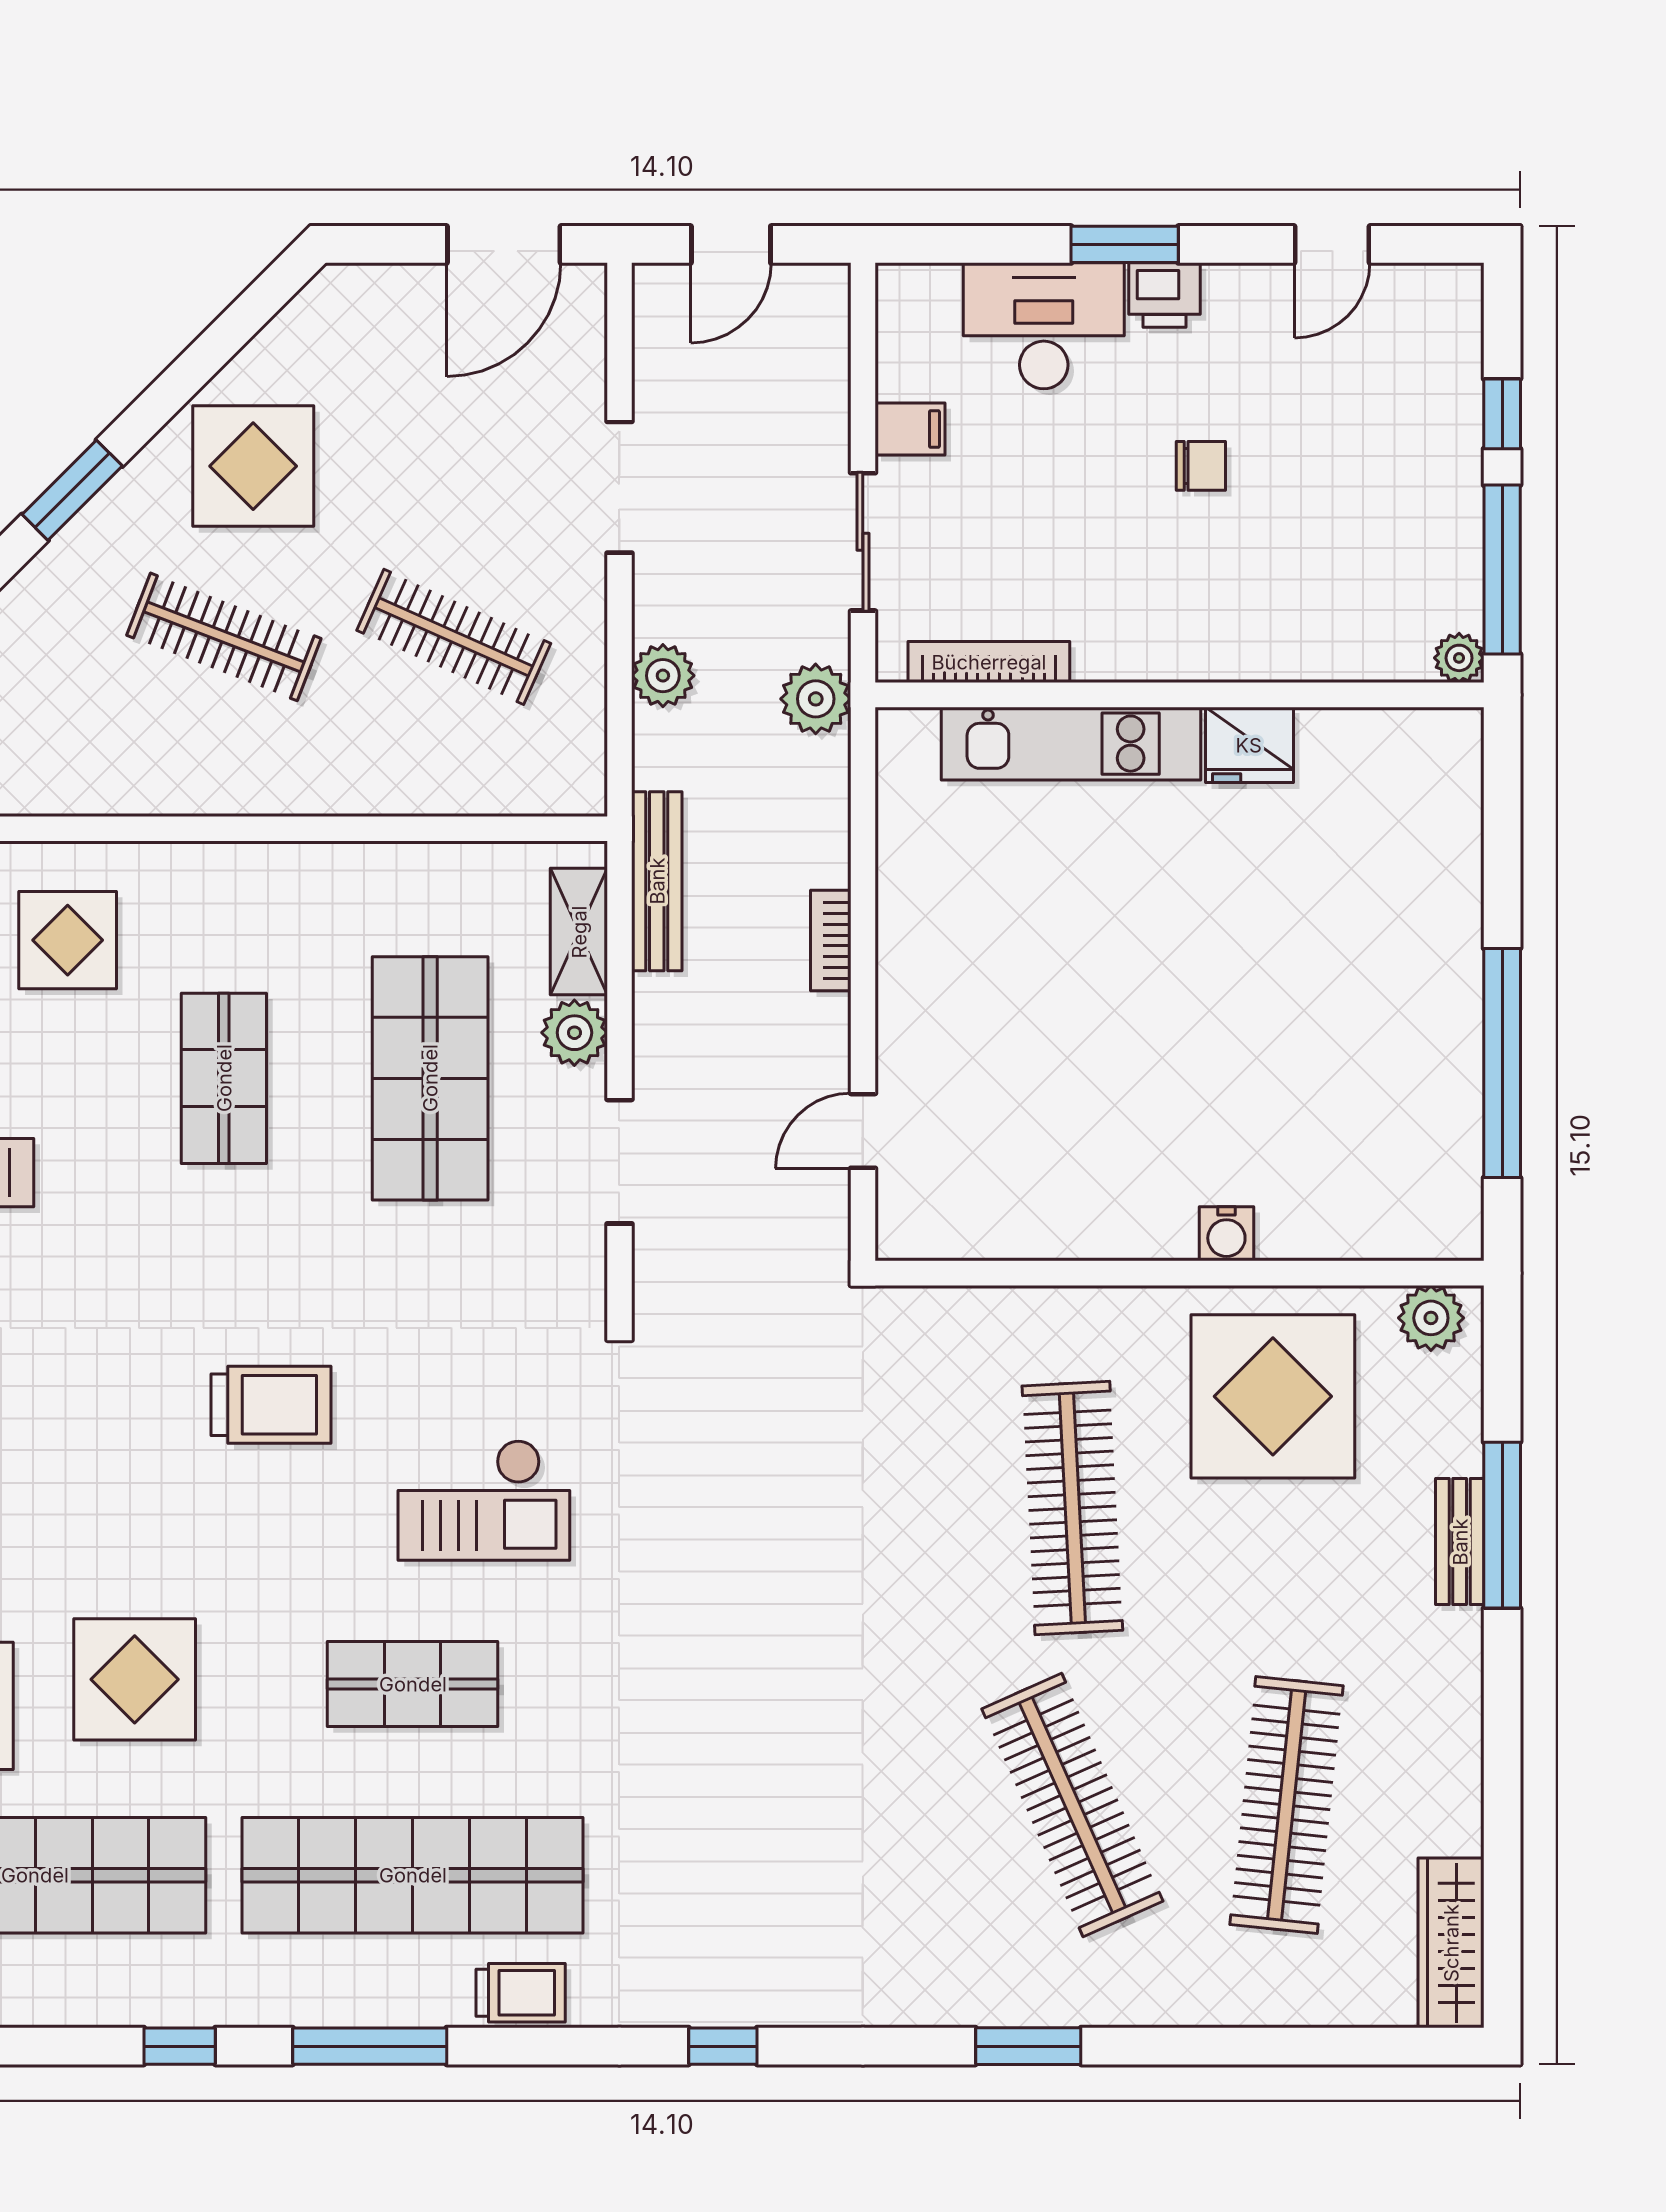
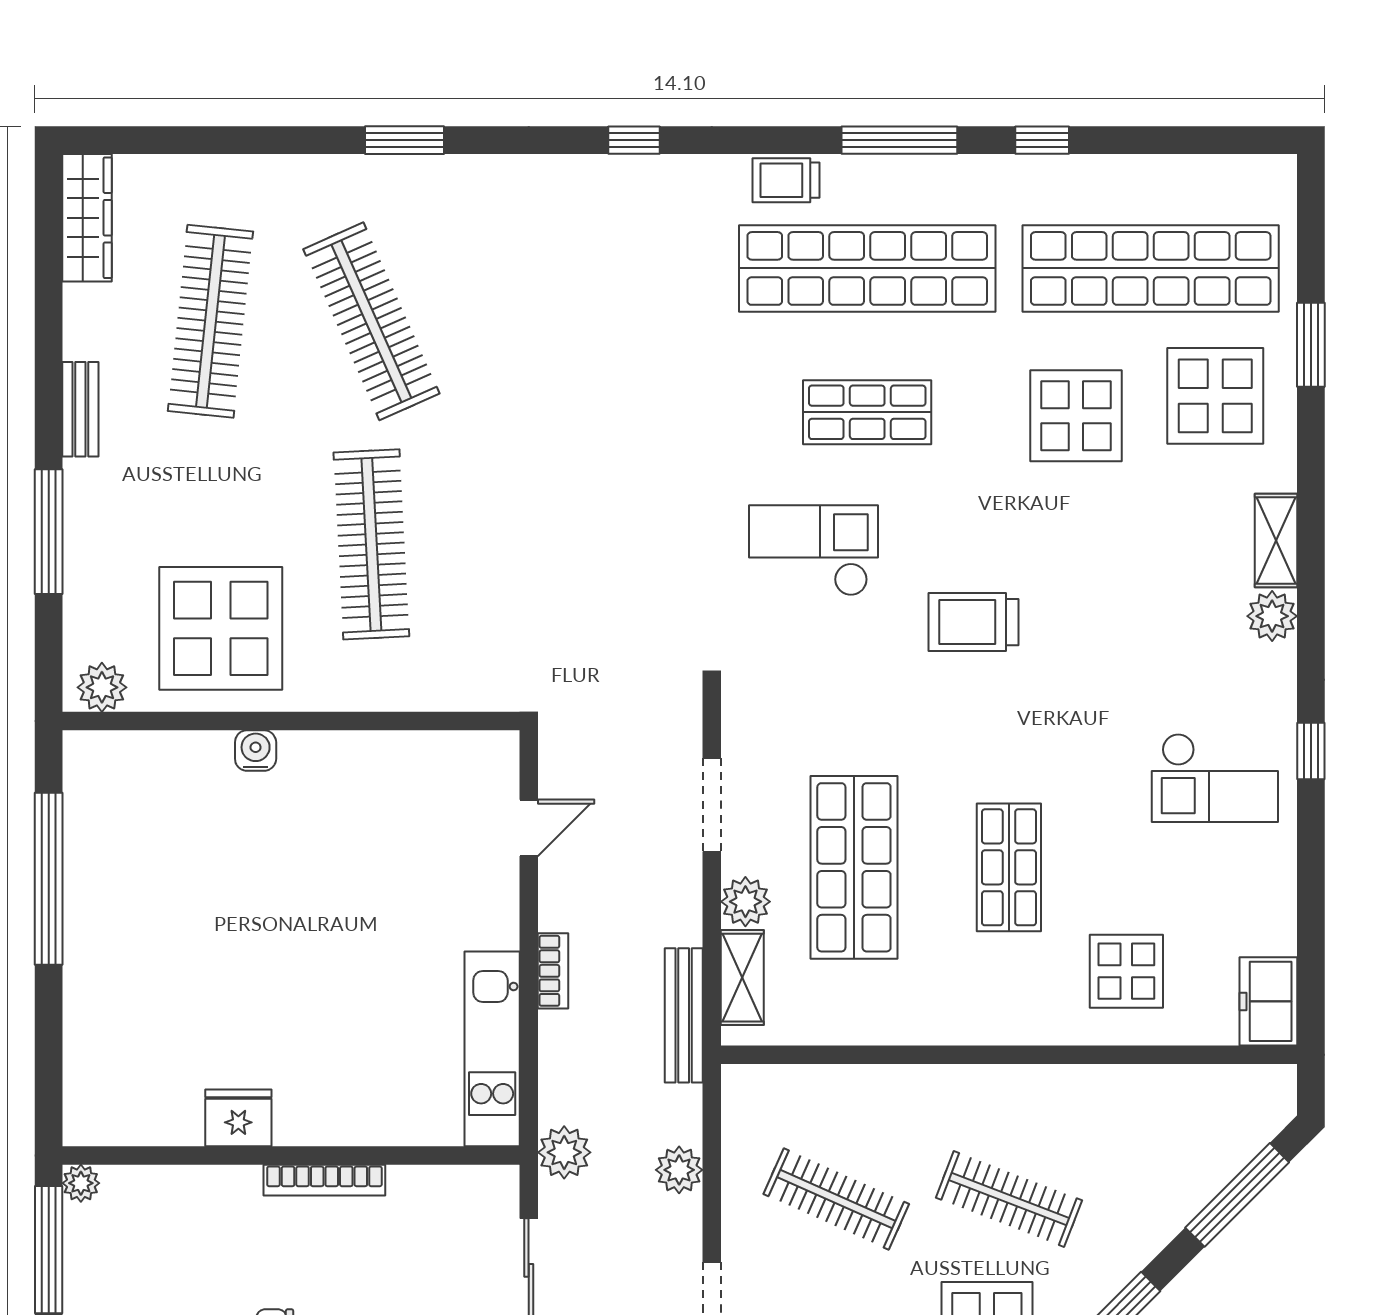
bookcase: (989, 662) -> (324, 1180), moved
kitchen unit: (1071, 744) -> (492, 1049), moved, turned -90
bench: (1460, 1542) -> (80, 409), moved

